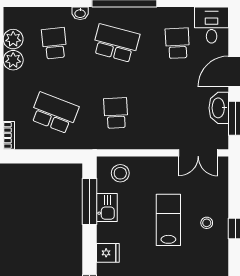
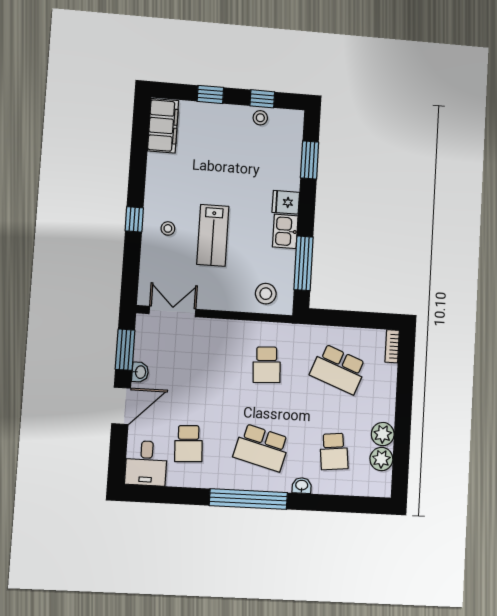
washbasin: (219, 108) -> (140, 372), width x0.52, depth x0.69
kitchen sink: (107, 208) -> (285, 231), moved

